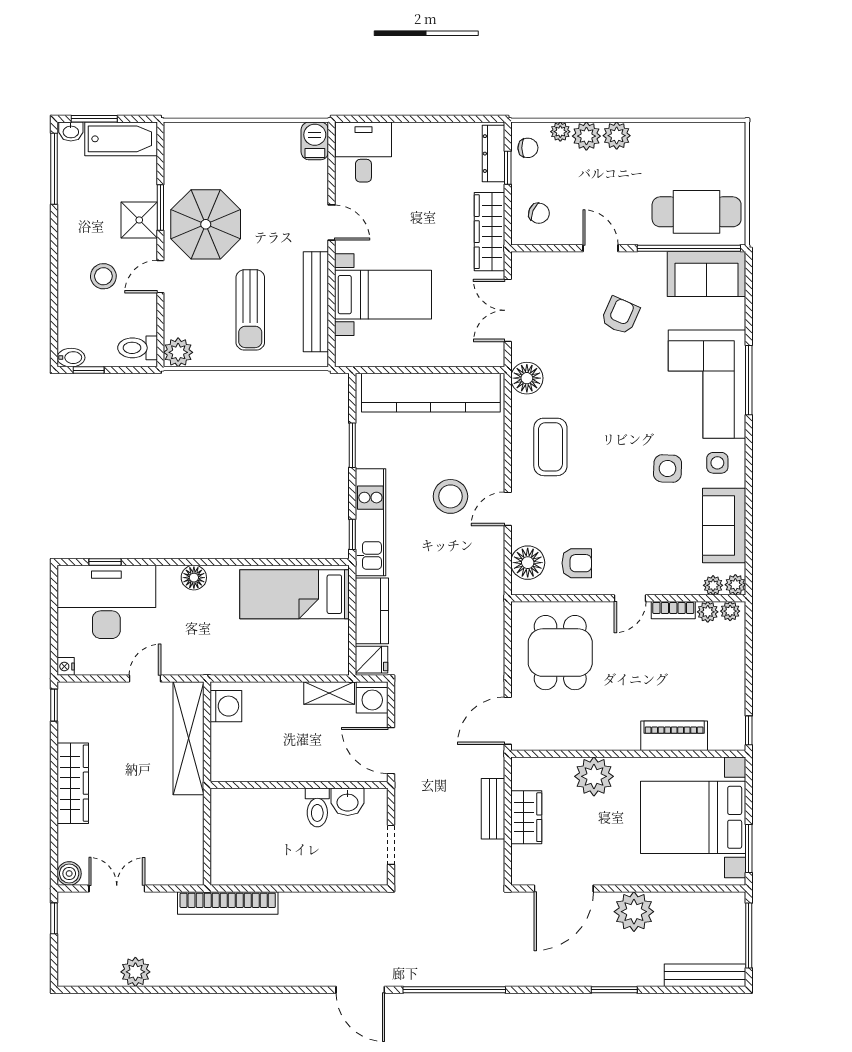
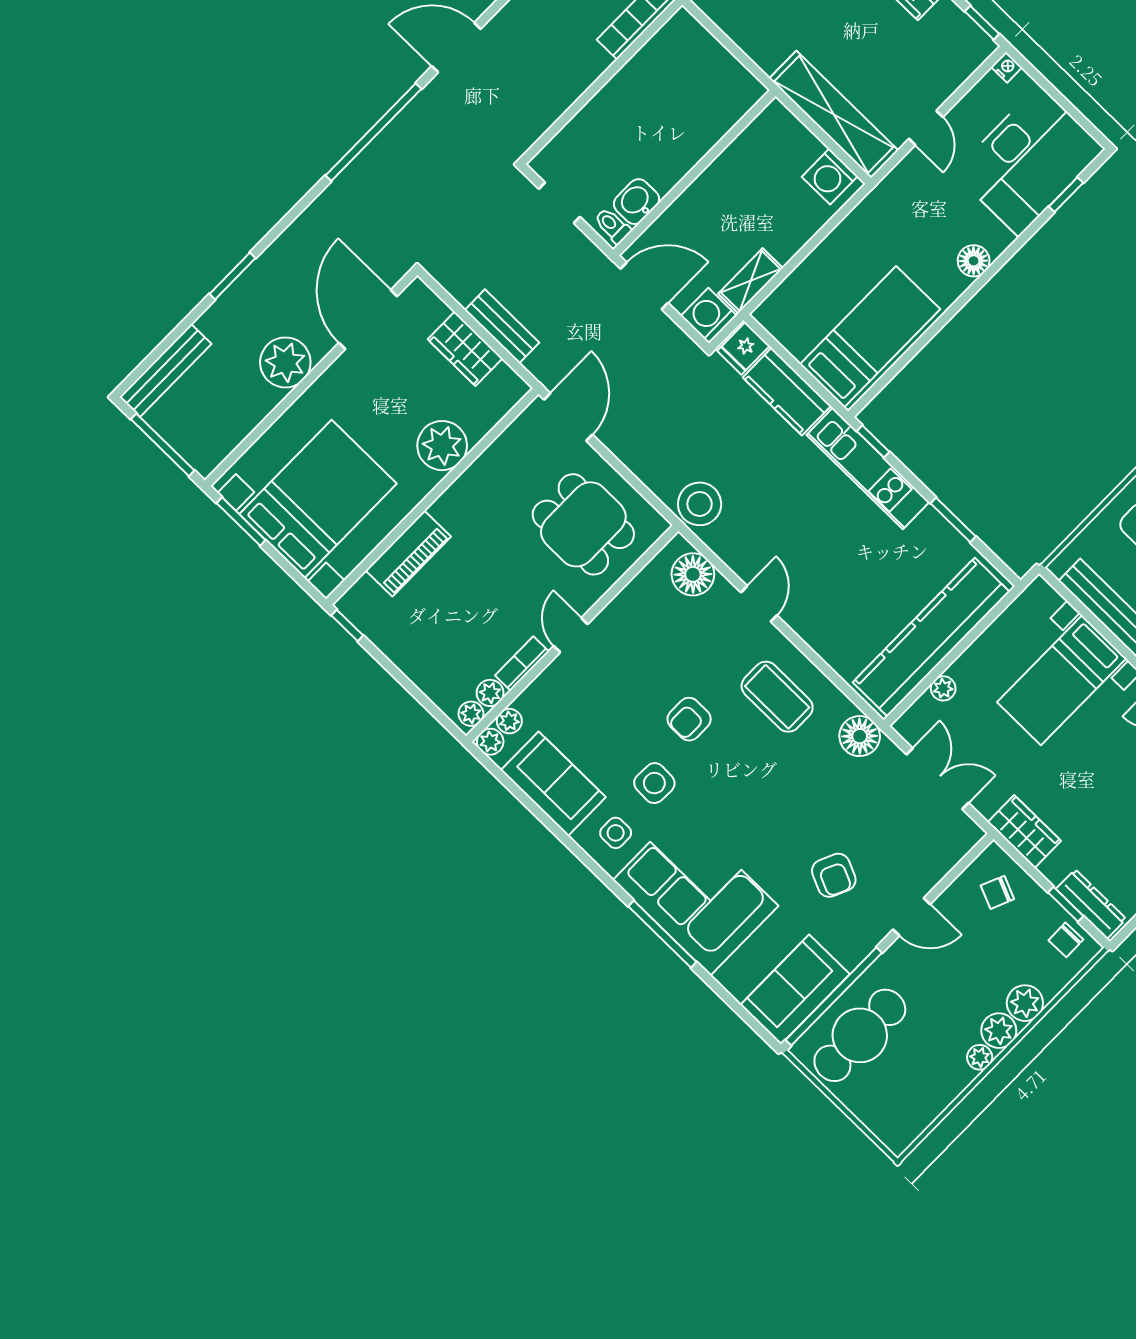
plant: (560, 132) -> (980, 1057), moved
wardrobe: (489, 232) -> (1024, 832), width x0.67
plant: (453, 357) -> (943, 688), added
stool: (450, 496) -> (700, 504), moved
armchair: (577, 563) -> (689, 719), moved
toilet: (317, 807) -> (612, 226), moved, width x0.73, depth x0.72

